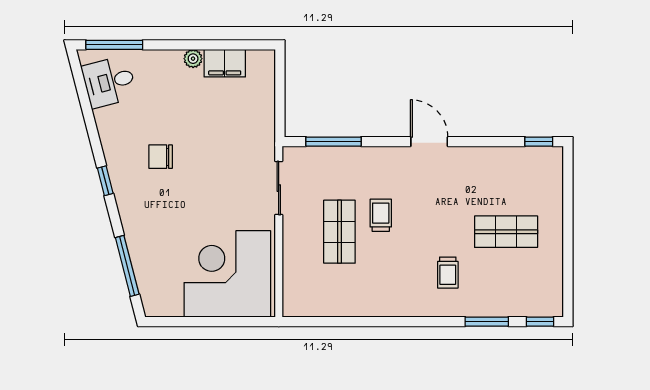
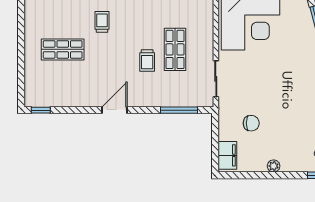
filing cabinet: (225, 63) -> (227, 155), moved, turned 90
door: (429, 142) -> (115, 110), swing flipped
chair: (161, 157) -> (251, 123), moved

